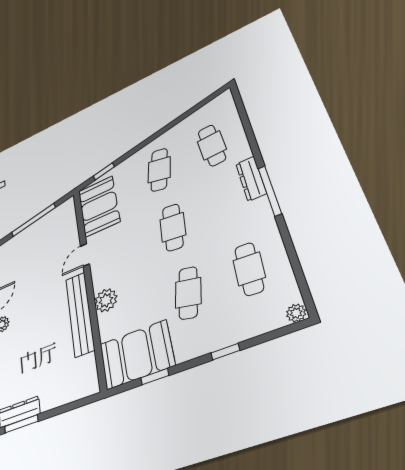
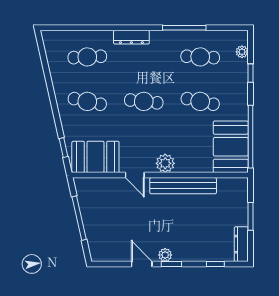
window: (270, 191) -> (184, 28), moved
plant: (106, 300) -> (165, 163), moved
plant: (296, 313) -> (242, 52), moved
window: (225, 352) -> (251, 73), moved
window: (155, 377) -> (251, 137), width x3.17
window: (21, 424) -> (251, 216), moved

